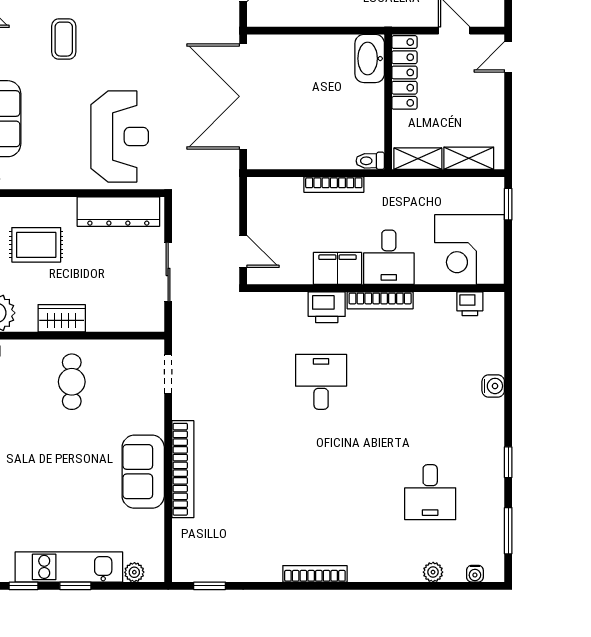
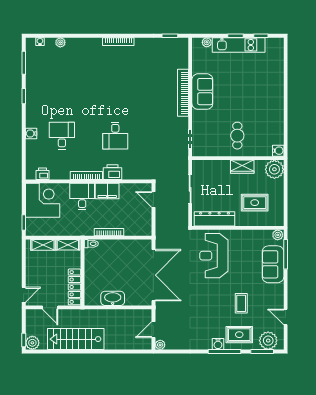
washbasin: (370, 59) -> (113, 298), moved, turned -90
desk: (430, 492) -> (62, 136), moved

